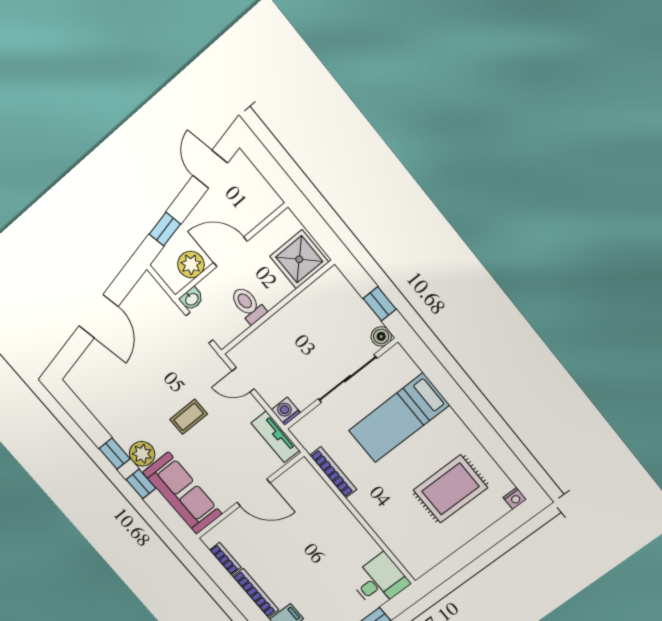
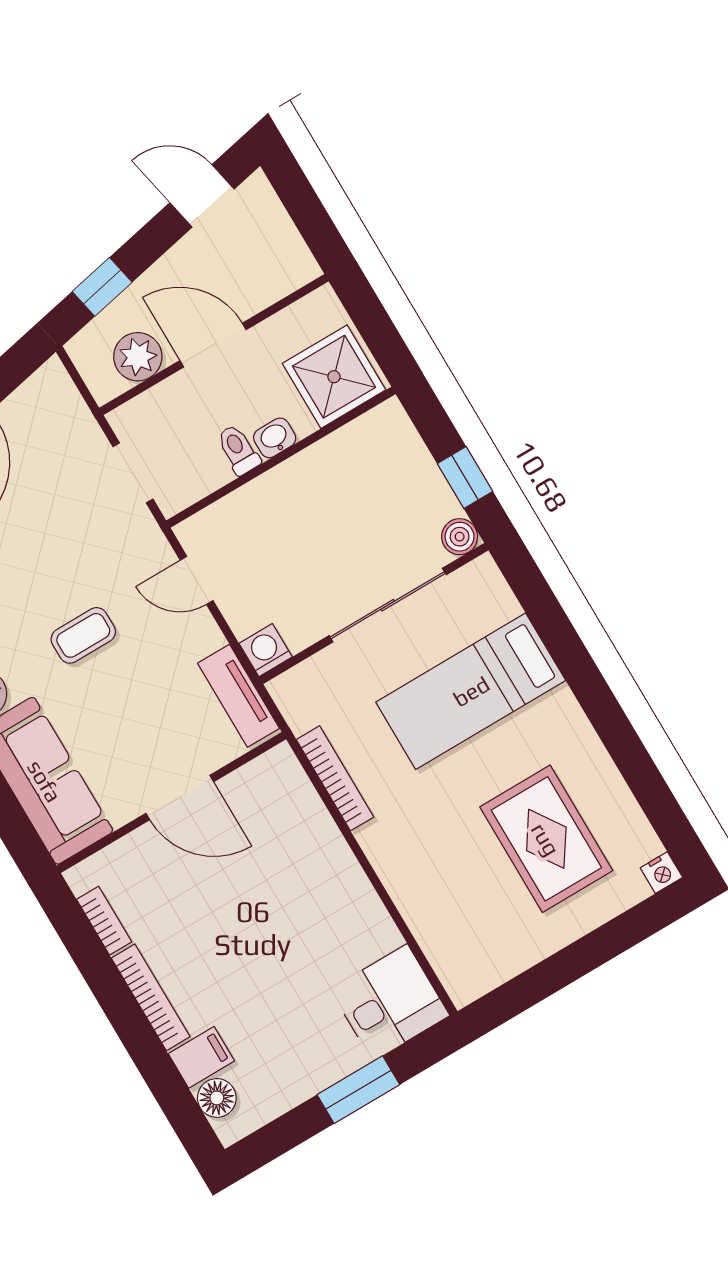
door: (210, 169) -> (202, 196), hinge flipped
washbasin: (192, 299) -> (275, 438), moved, turned 180
toilet: (248, 305) -> (238, 450), width x0.73, depth x0.72
rug: (450, 489) -> (546, 839), turned 90

